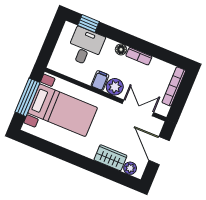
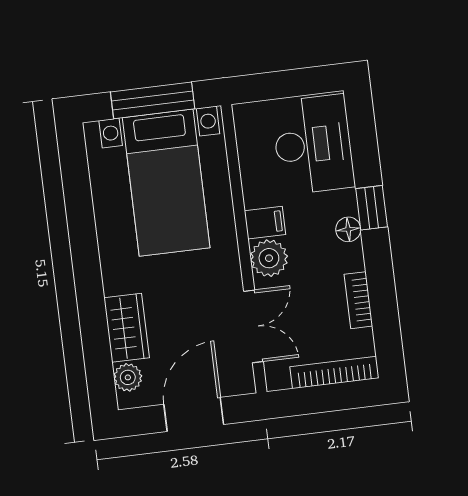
window: (89, 24) -> (372, 208), moved
desk: (85, 47) -> (313, 144), width x1.37
bookcase: (139, 56) -> (358, 300), moved

